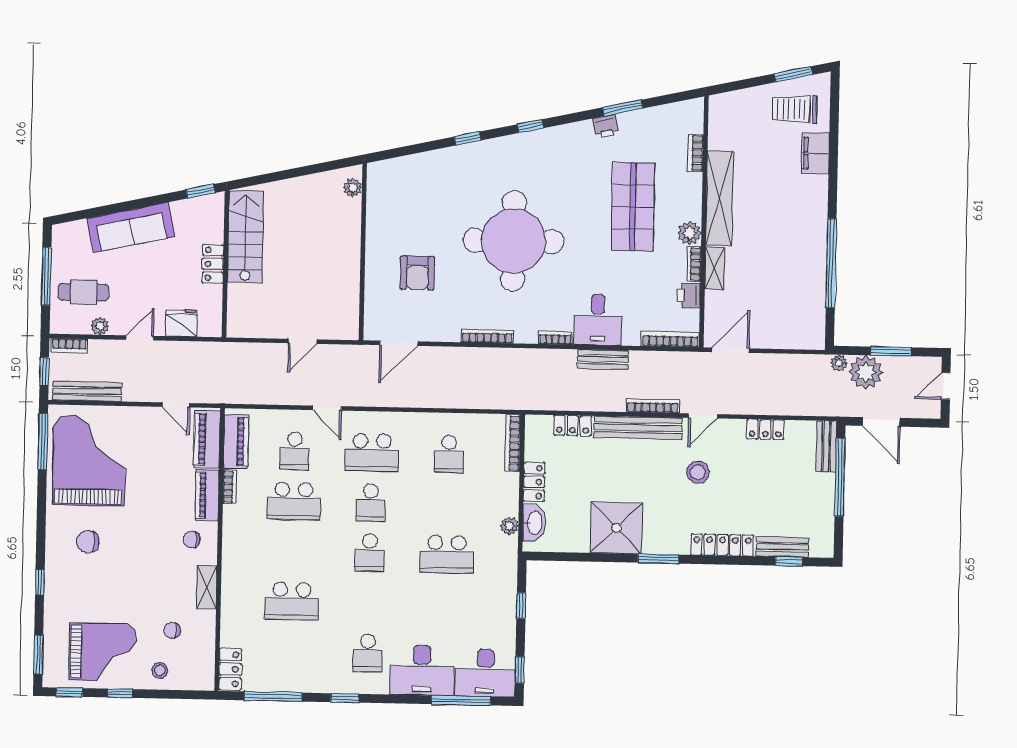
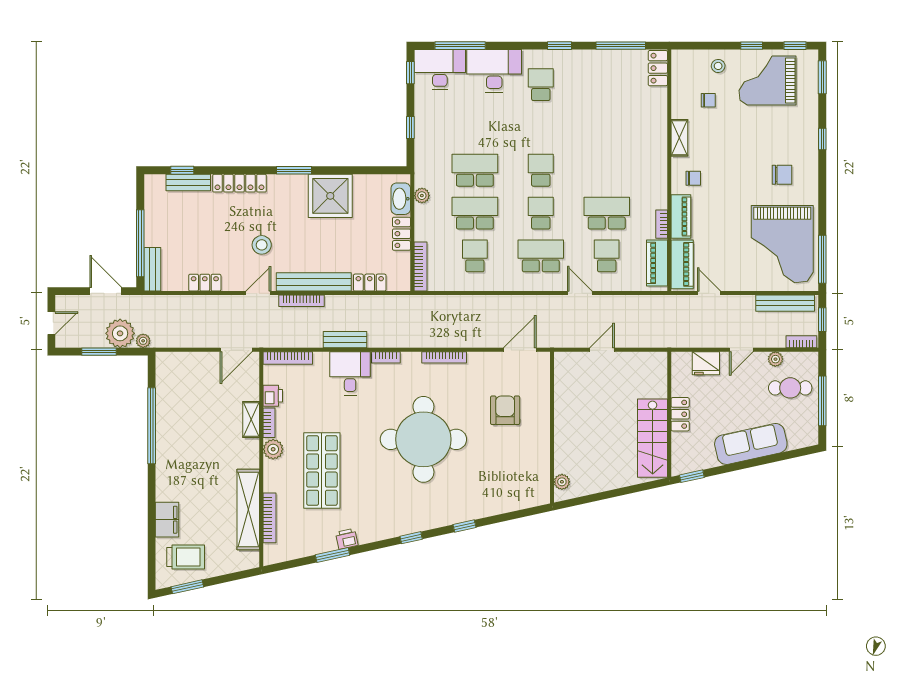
bookcase: (696, 153) -> (269, 518), width x1.56
shelving: (719, 198) -> (248, 510), moved
school desk: (292, 601) -> (475, 213), moved

